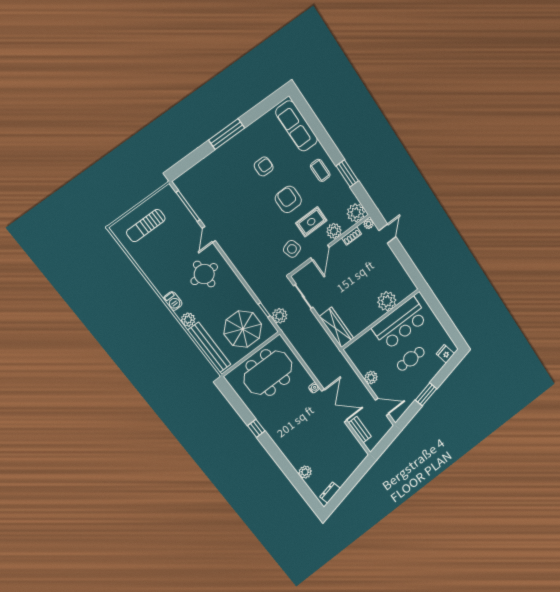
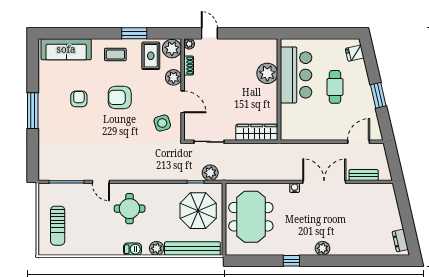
rug: (311, 222) -> (151, 56), moved
plant: (371, 378) -> (324, 133), removed
plant: (305, 472) -> (322, 248), moved

